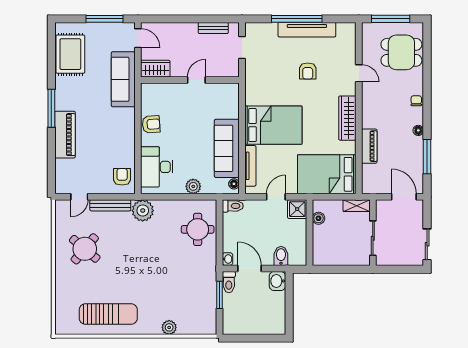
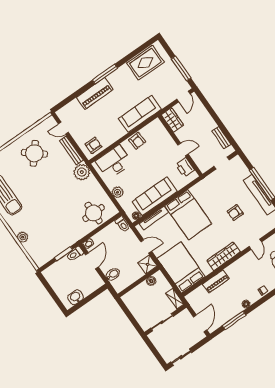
sofa: (123, 79) -> (140, 114), moved
printer: (218, 92) -> (185, 167), added
washbasin: (277, 281) -> (76, 297), moved

